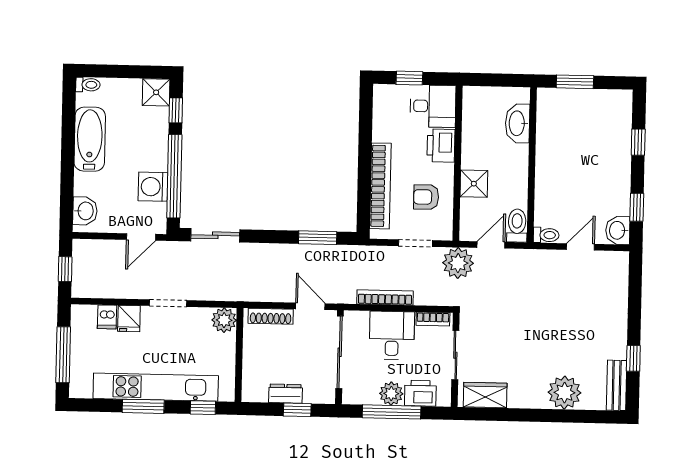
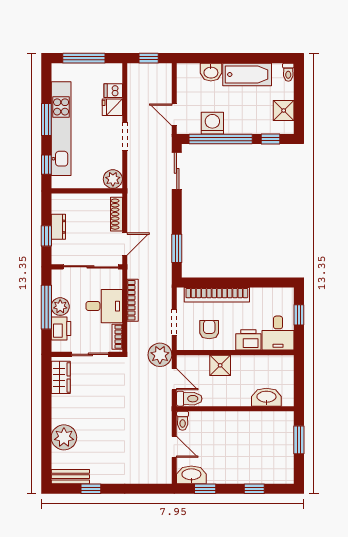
shower: (156, 92) -> (284, 110), moved
washbasin: (85, 211) -> (211, 72), moved
washbasin: (618, 230) -> (191, 475), width x1.38

